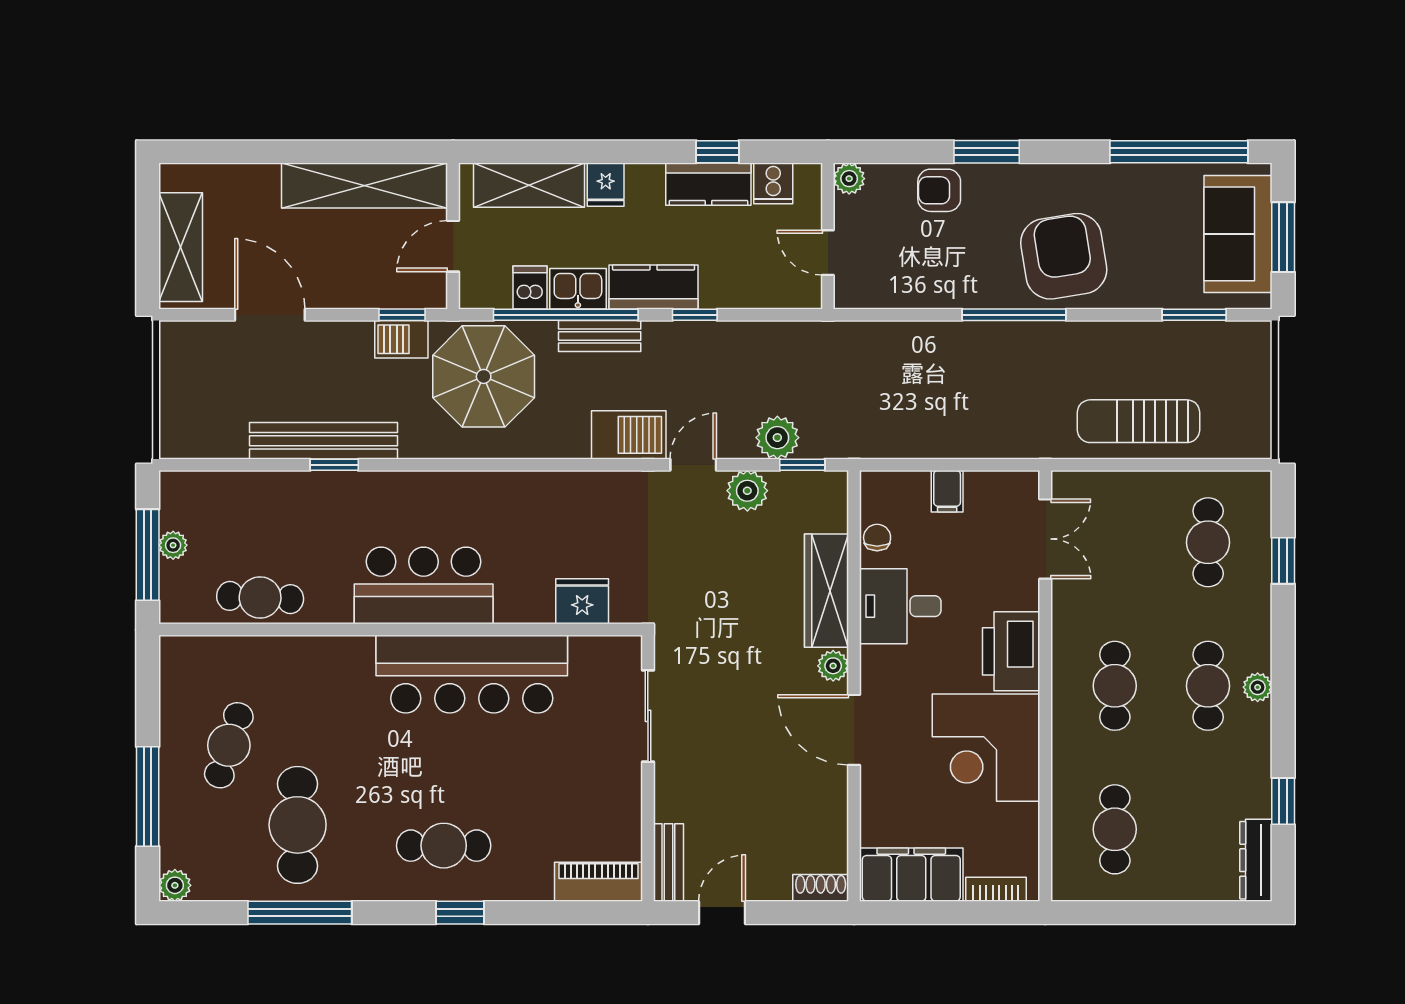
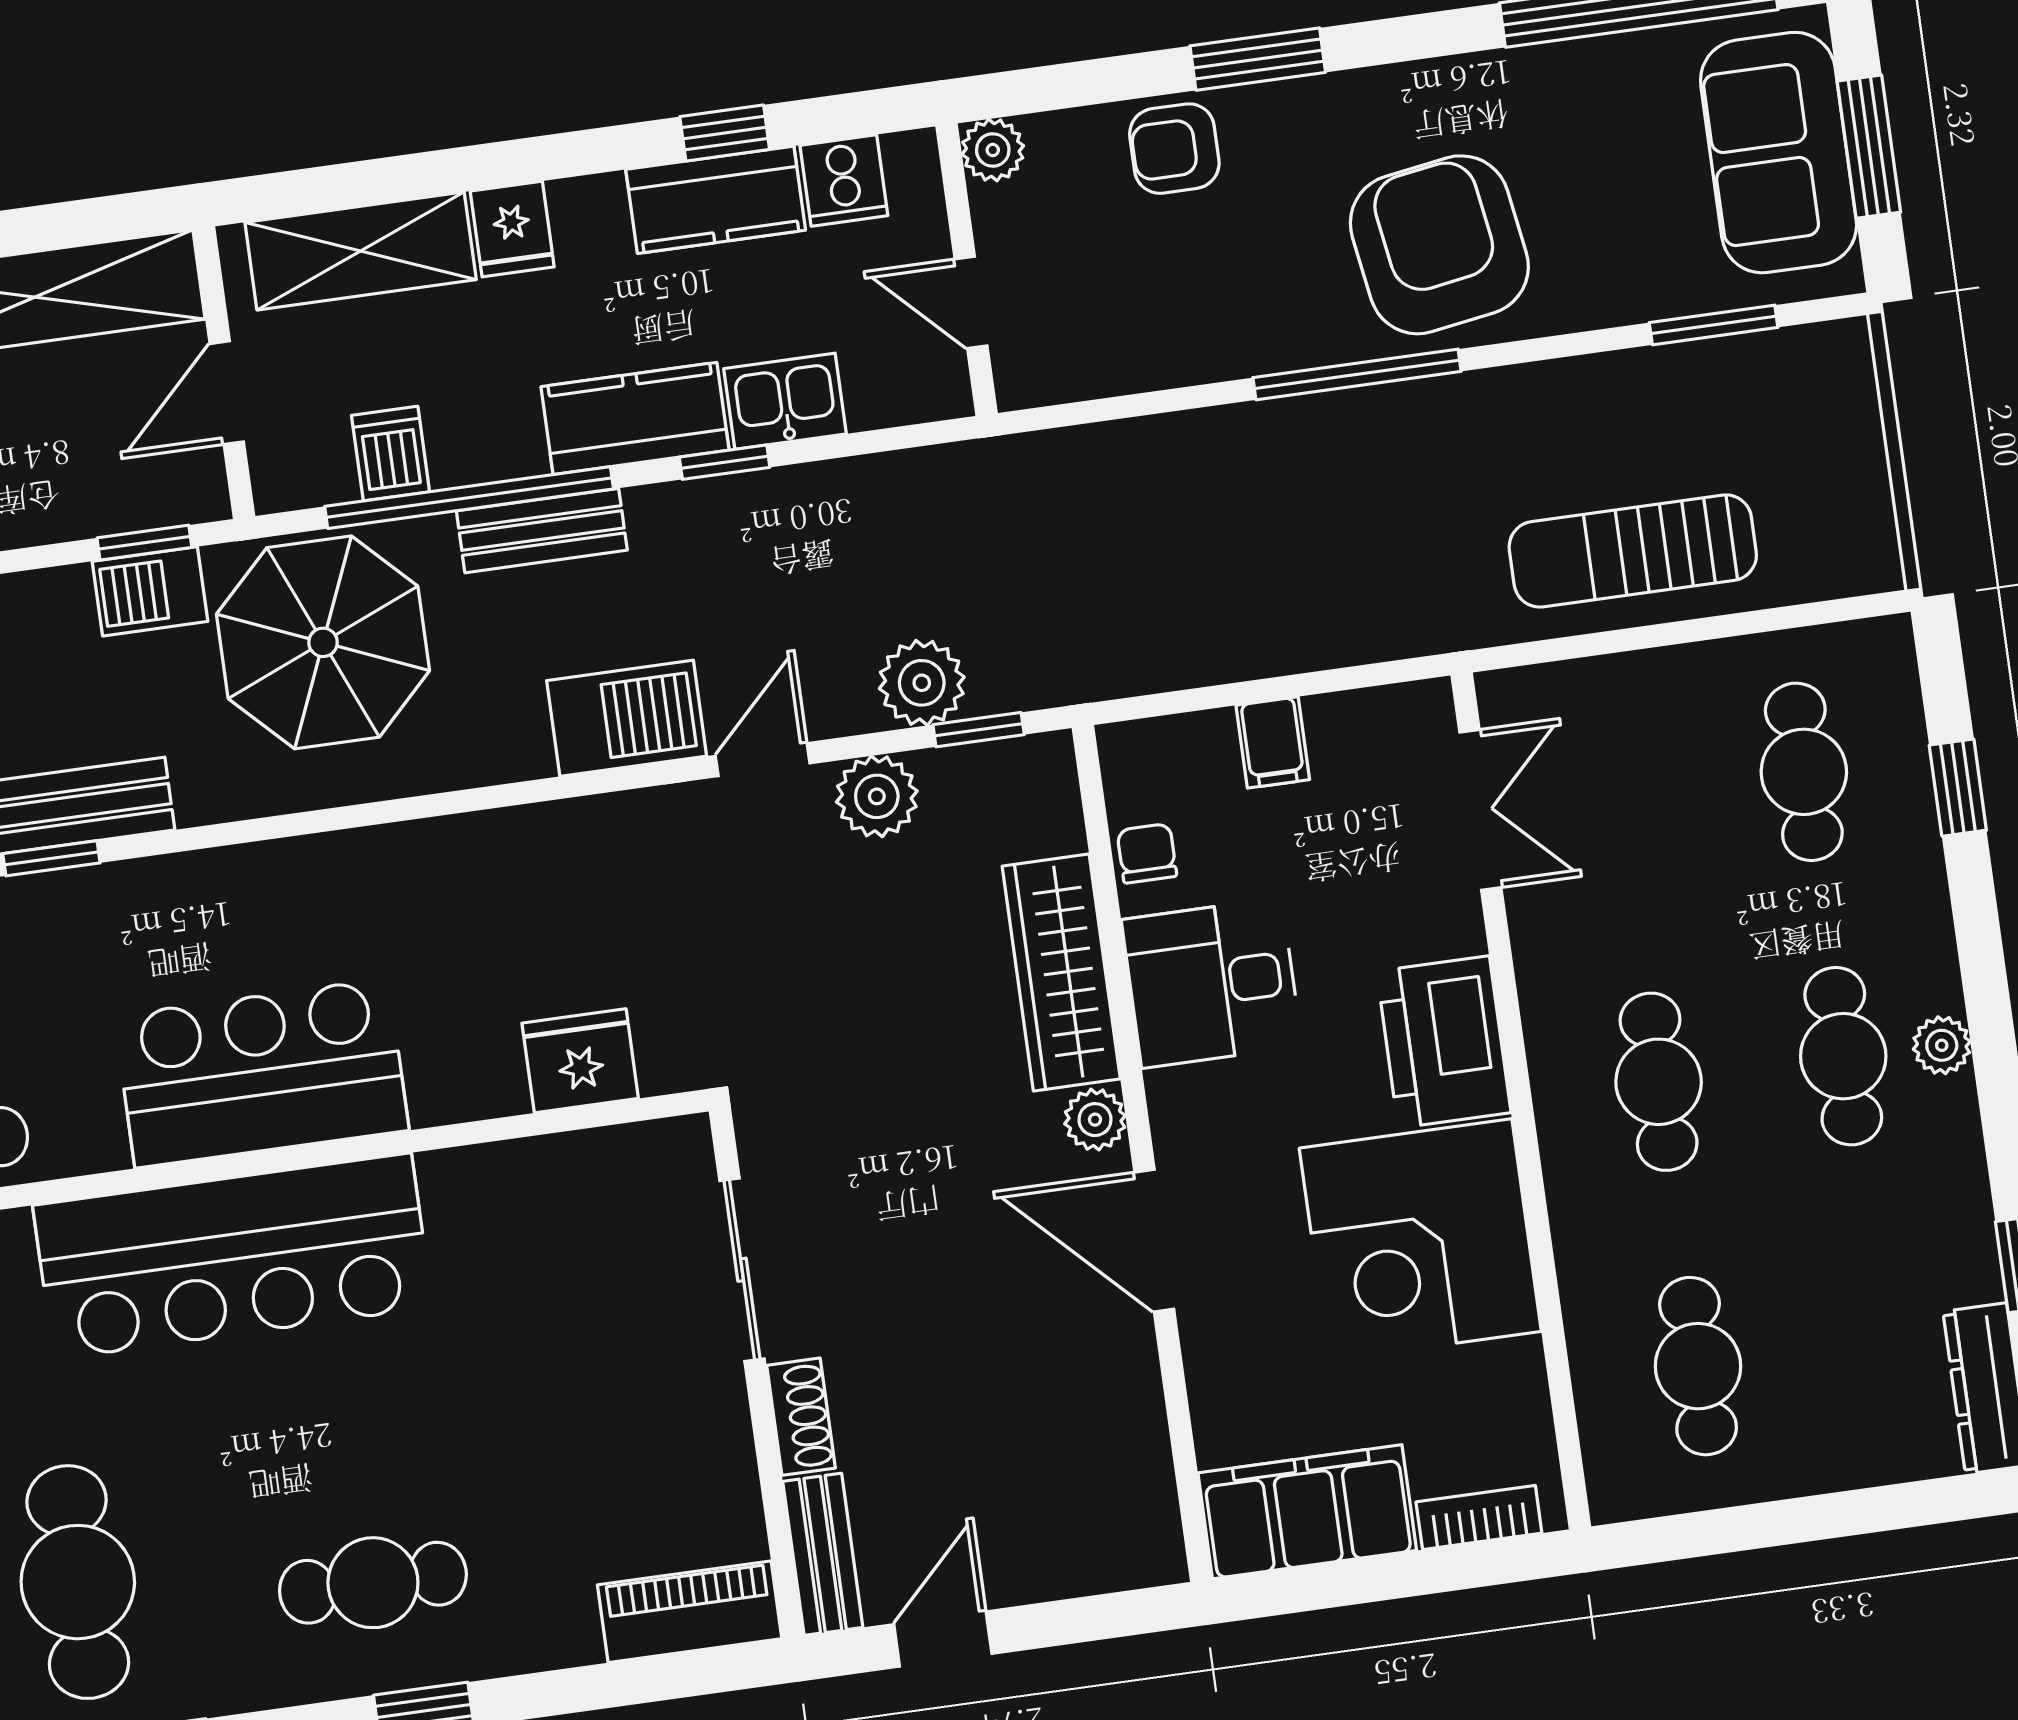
kitchen sink: (578, 289) -> (785, 401), moved
bar counter: (472, 674) -> (233, 1256), moved
shoe rack: (821, 888) -> (801, 1417), moved, turned 90

